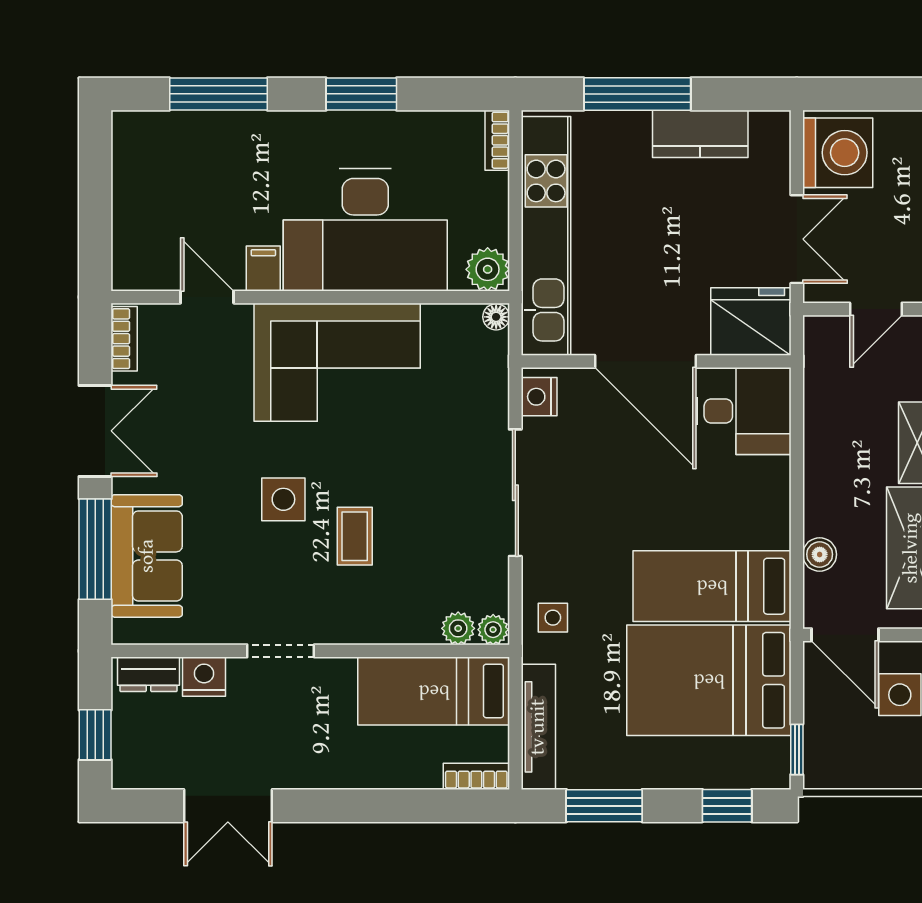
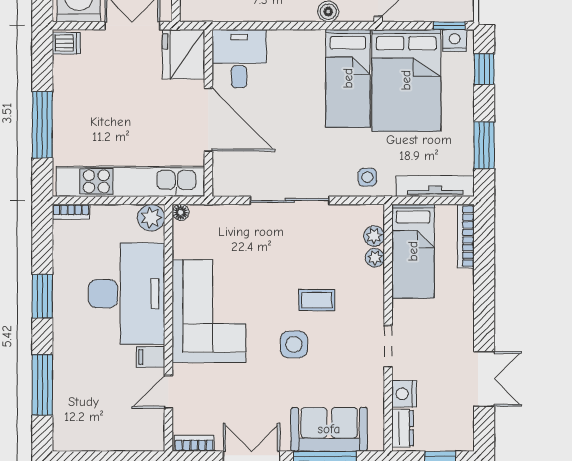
dishwasher: (769, 133) -> (66, 43), added
kitchen counter: (700, 134) -> (67, 86), removed
door: (645, 361) -> (208, 120), hinge flipped
nightstand: (539, 397) -> (455, 40), moved, turned 180
plant: (493, 630) -> (375, 258), moved
bookcase: (476, 776) -> (466, 236), width x1.56

